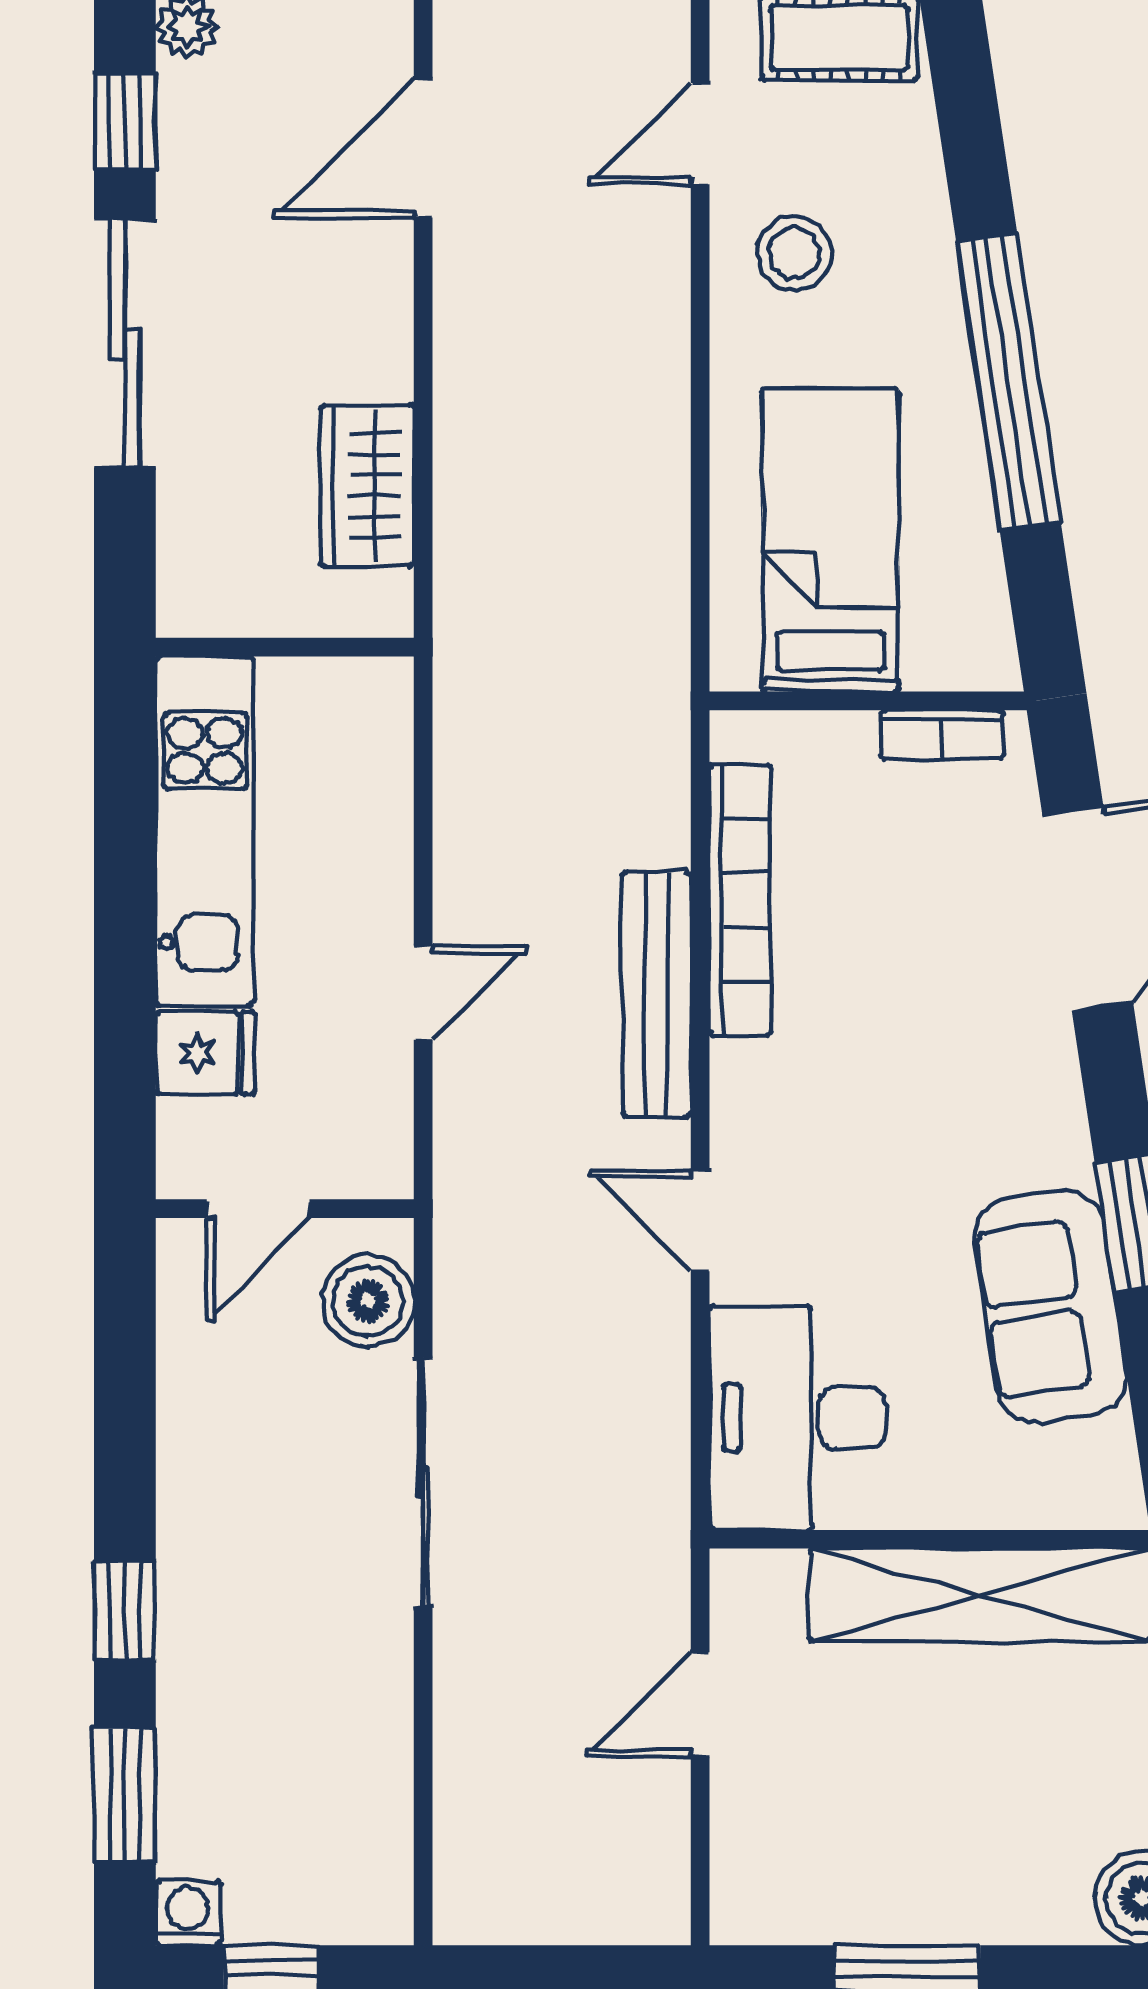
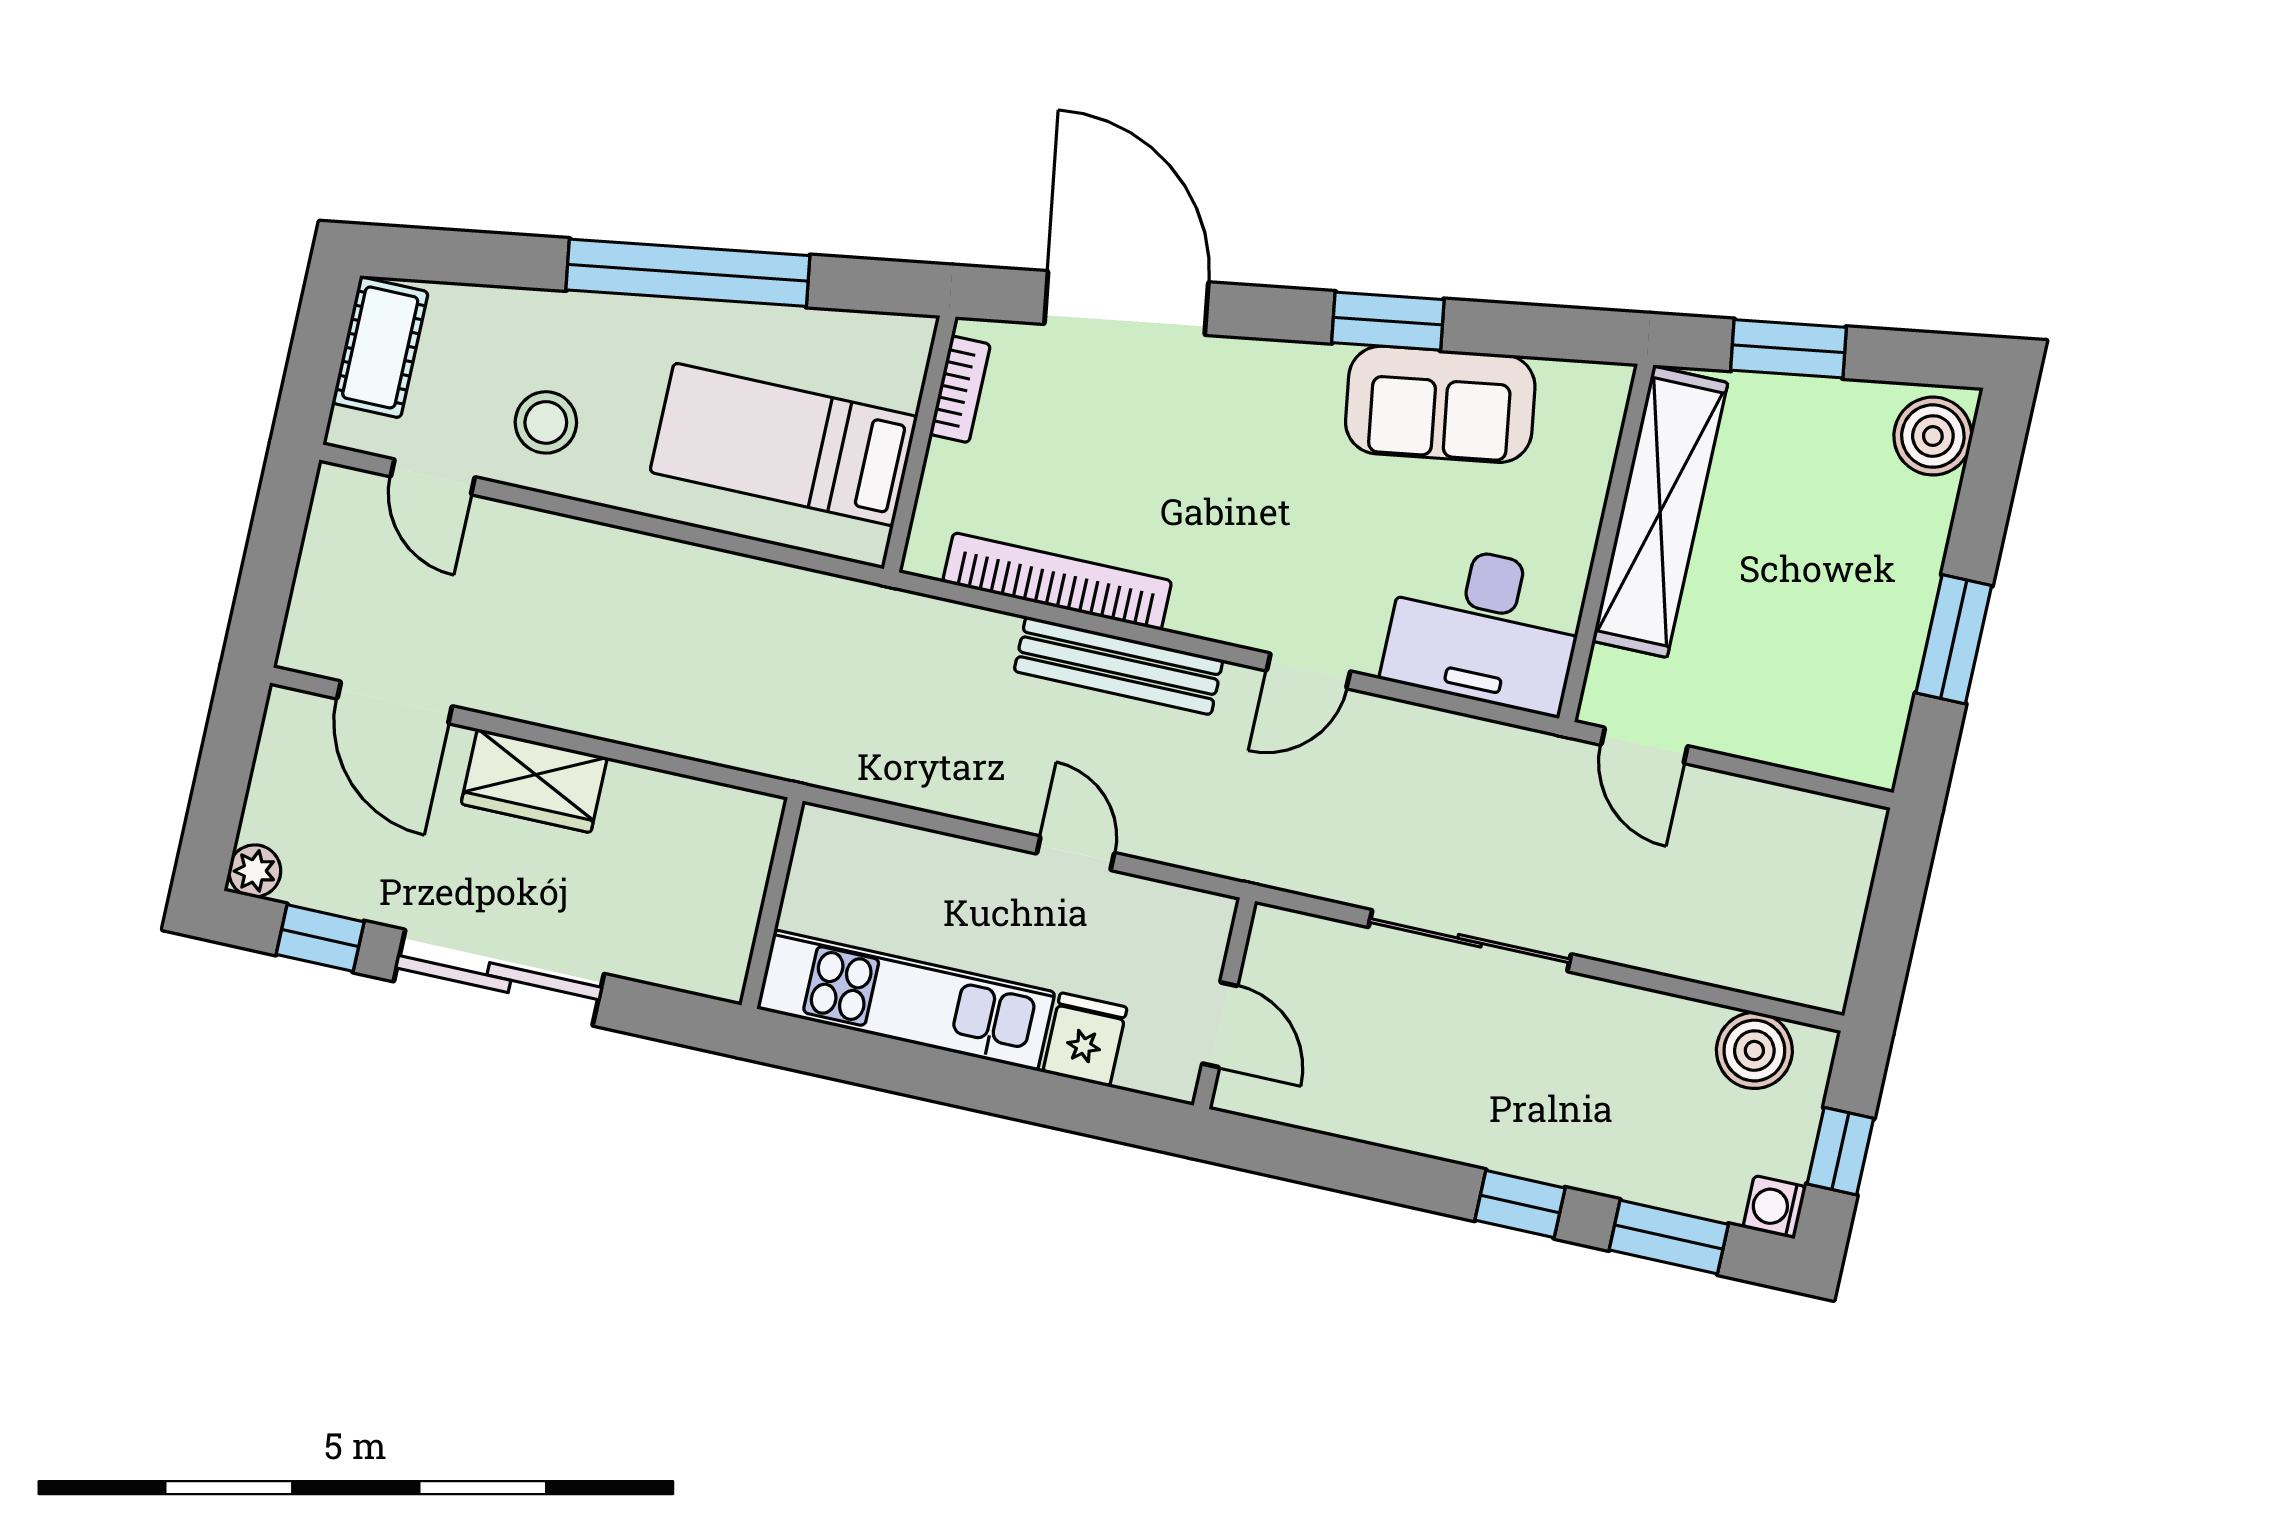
wardrobe: (367, 486) -> (534, 781), moved
boiler: (368, 1301) -> (1754, 1051), moved
door: (700, 1704) -> (1644, 745), moved

